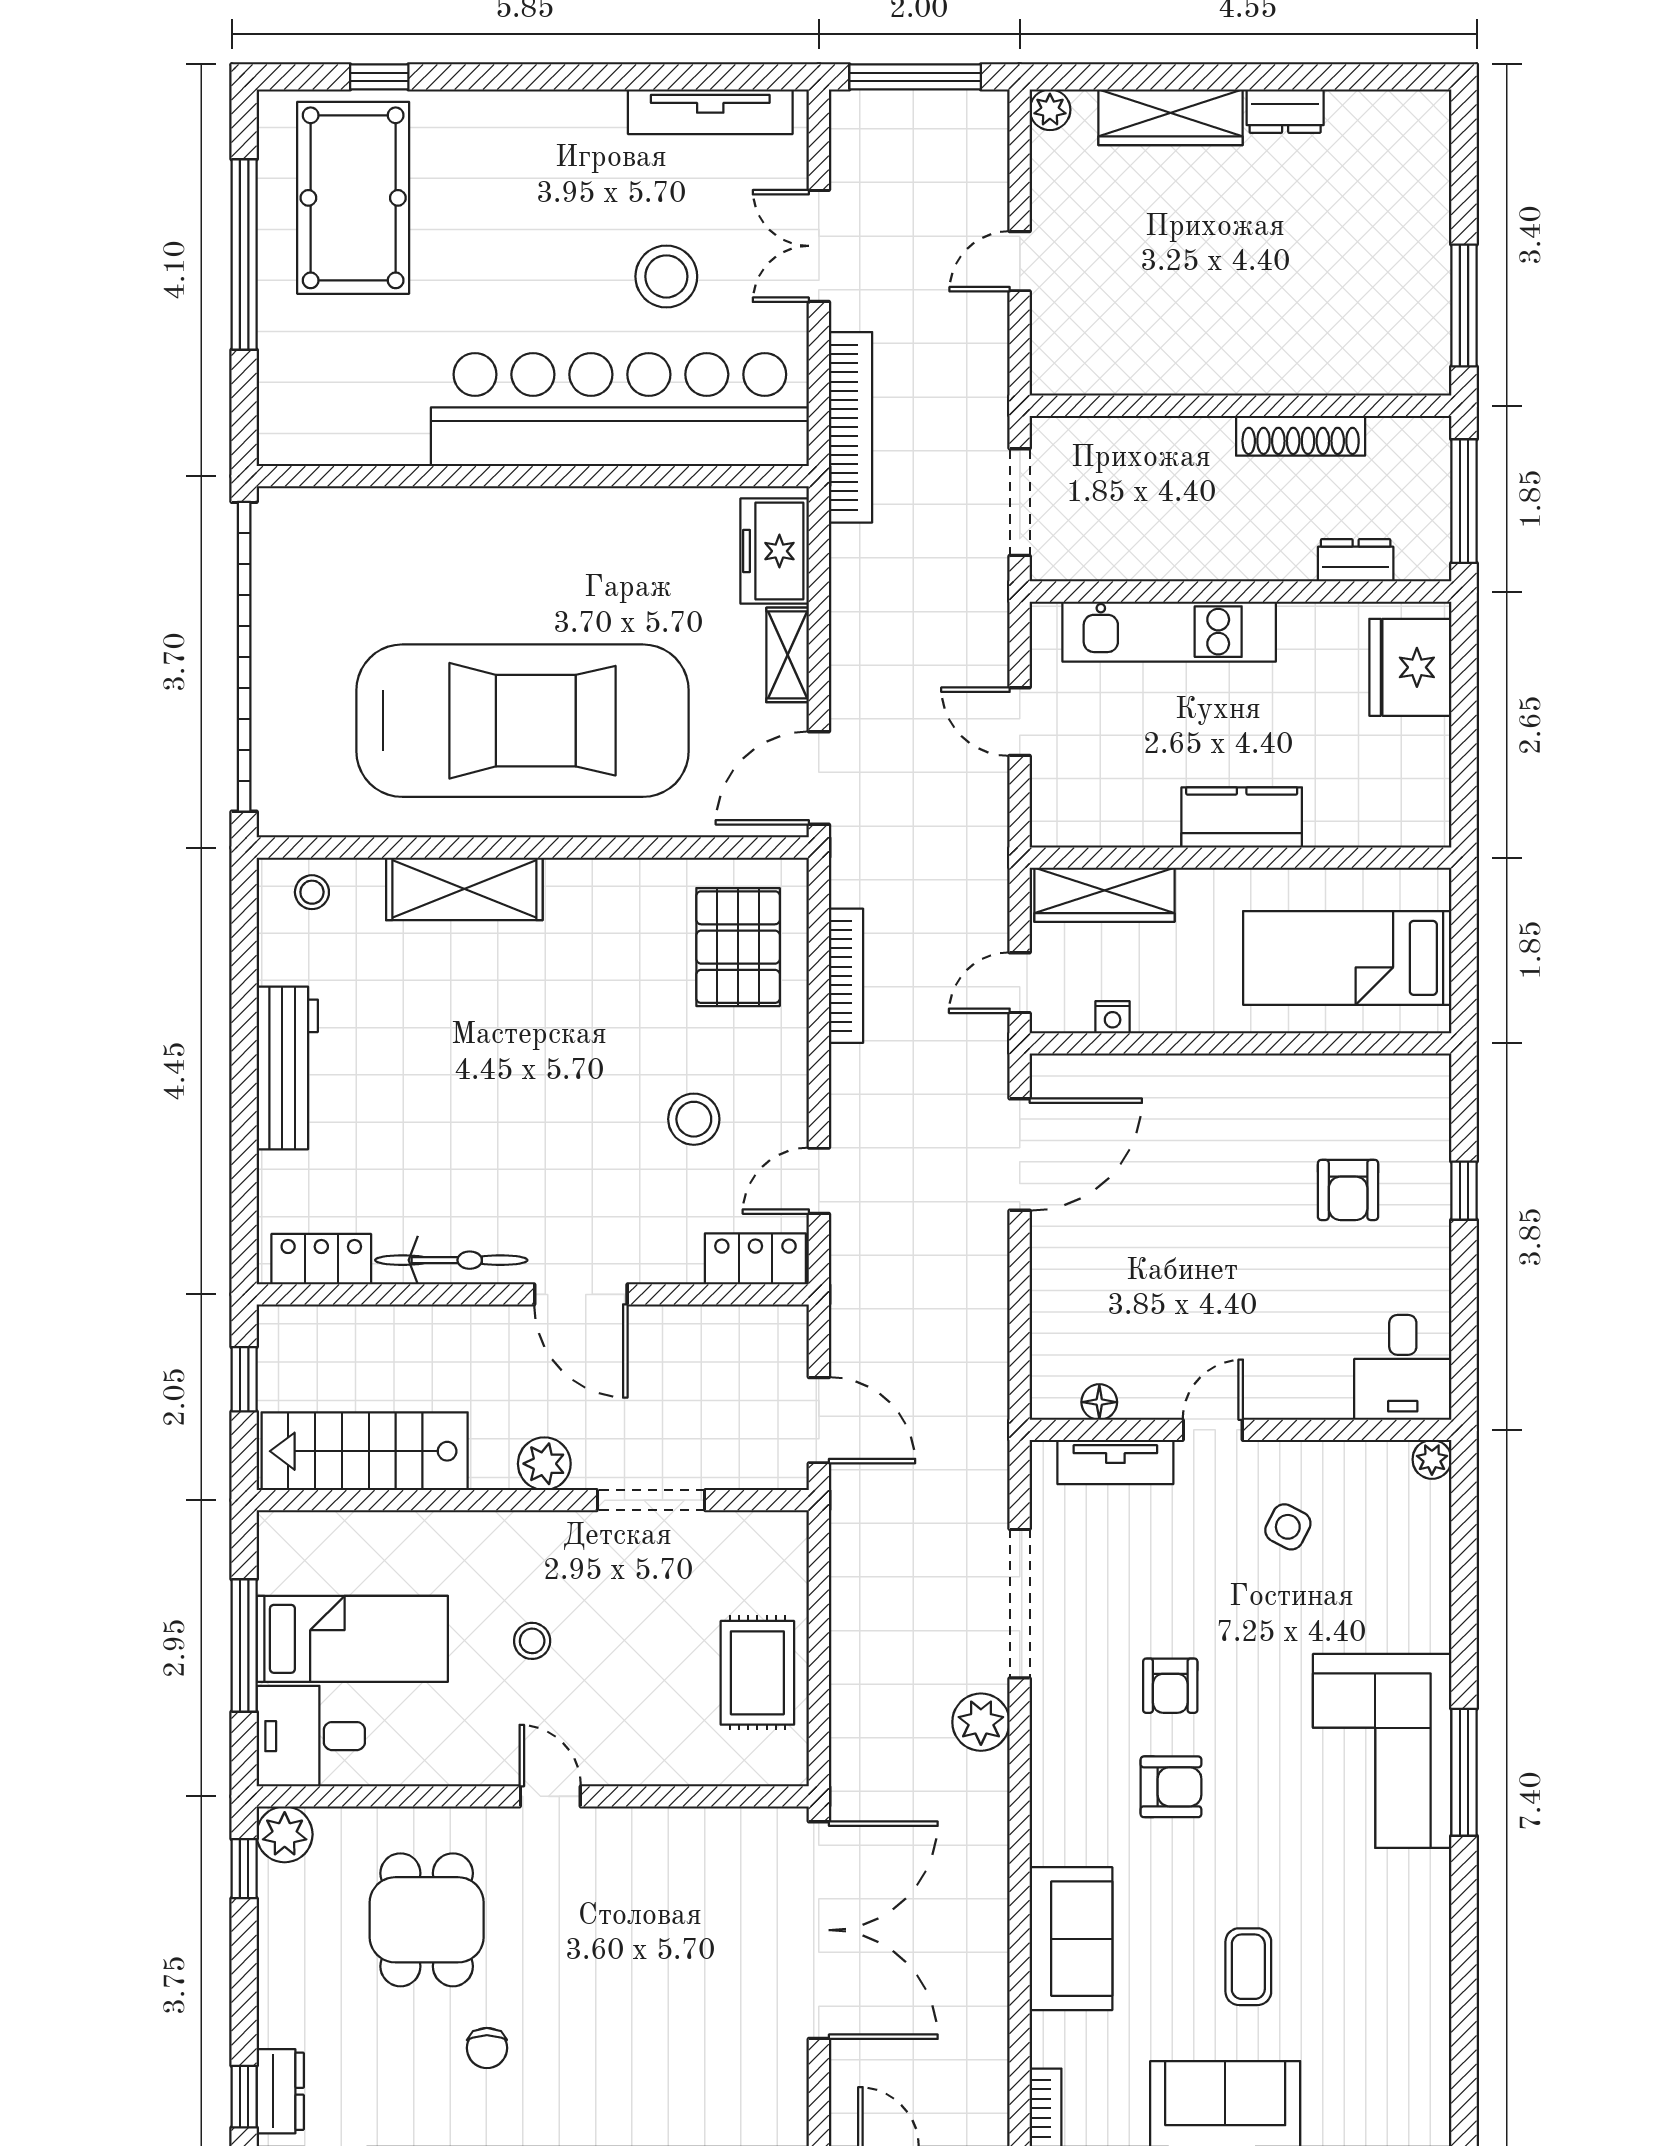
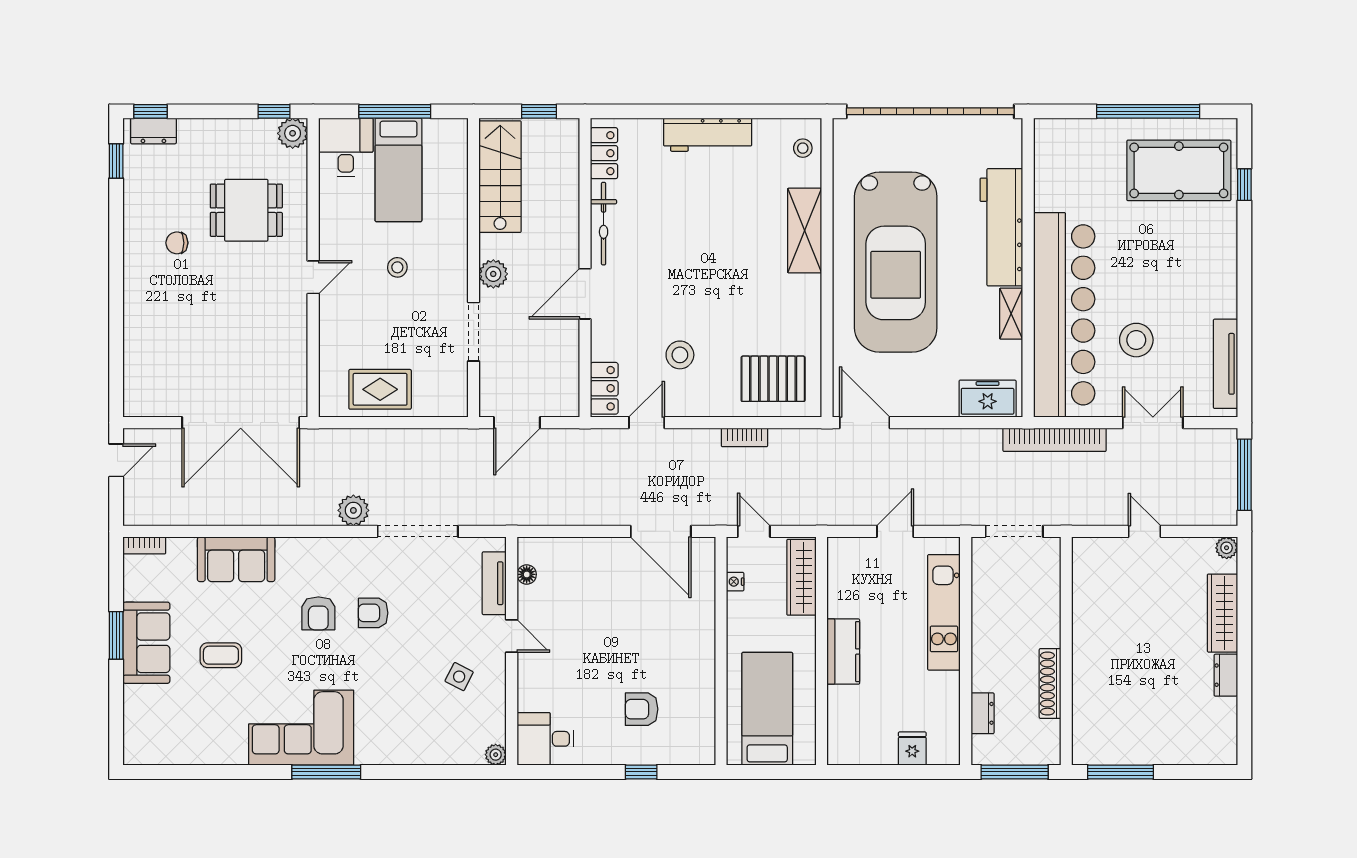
workbench: (458, 526) -> (1001, 227), added
shelving: (788, 655) -> (1011, 314), moved, turned 90
fridge: (1410, 667) -> (912, 749), width x0.53, depth x0.75
bookcase: (846, 976) -> (744, 437), width x0.64
door: (819, 1181) -> (647, 423), hinge flipped
corner sofa: (1382, 1751) -> (301, 728), moved

